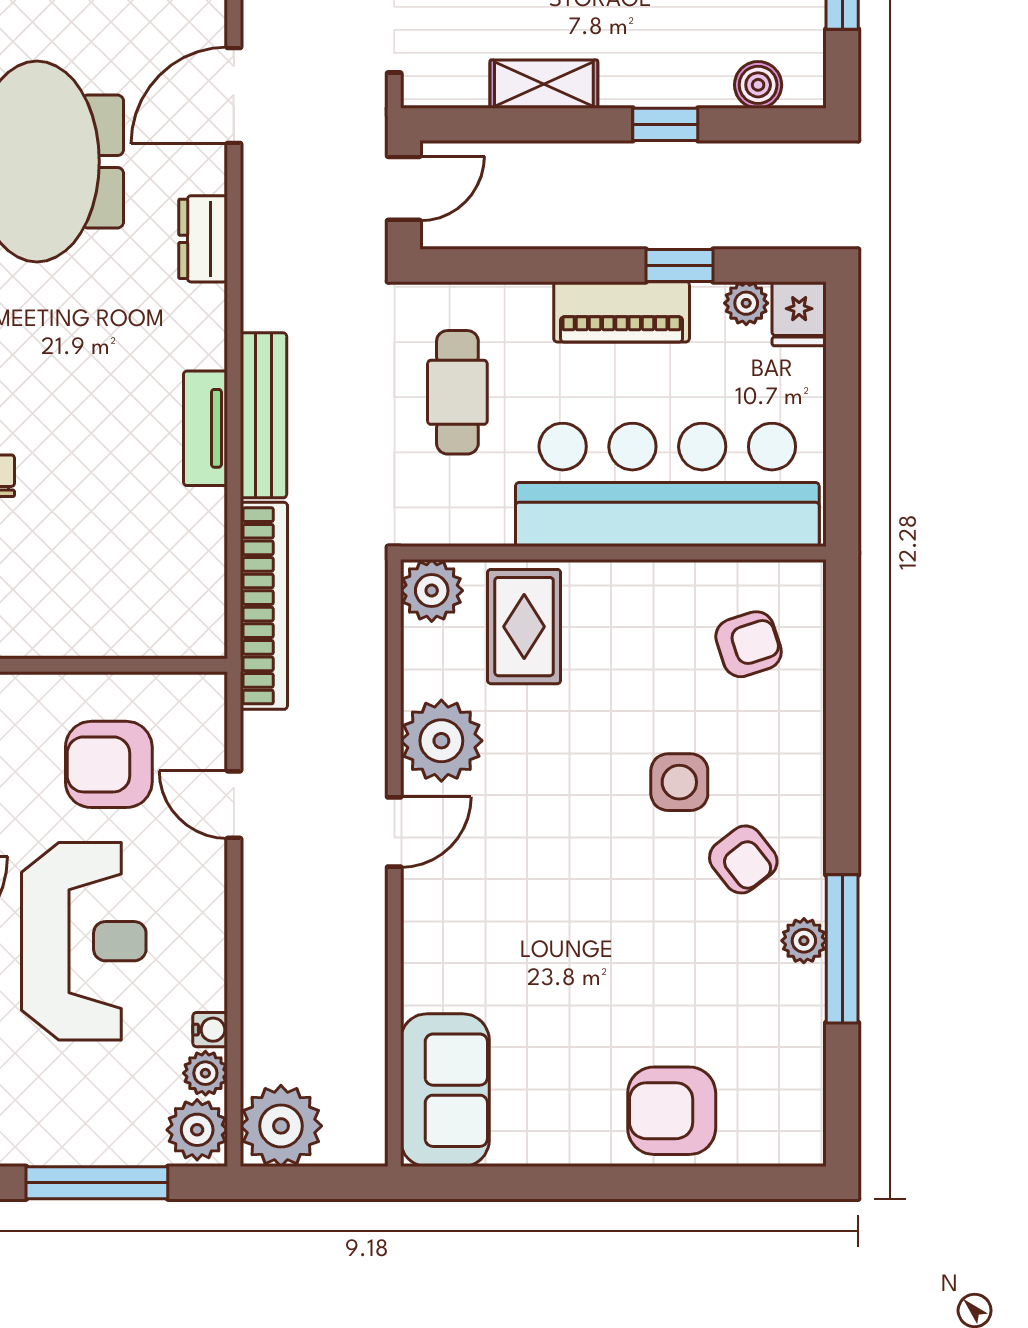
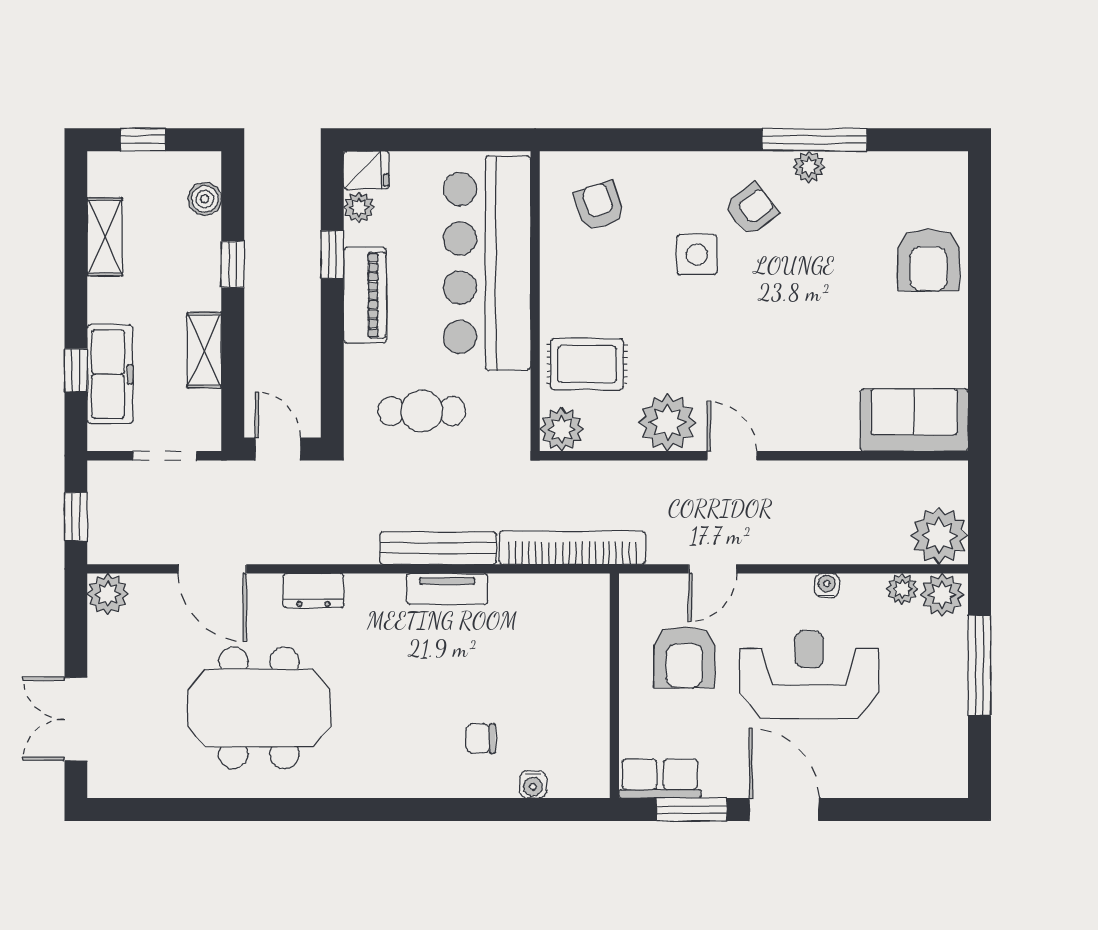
water cooler: (210, 1030) -> (827, 586), moved

